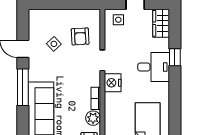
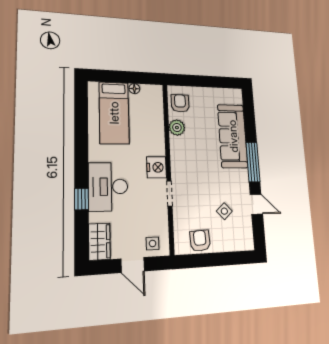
armchair: (80, 36) -> (200, 241), moved
desk: (154, 67) -> (108, 187), width x1.37
bookcase: (96, 98) -> (175, 149), removed

